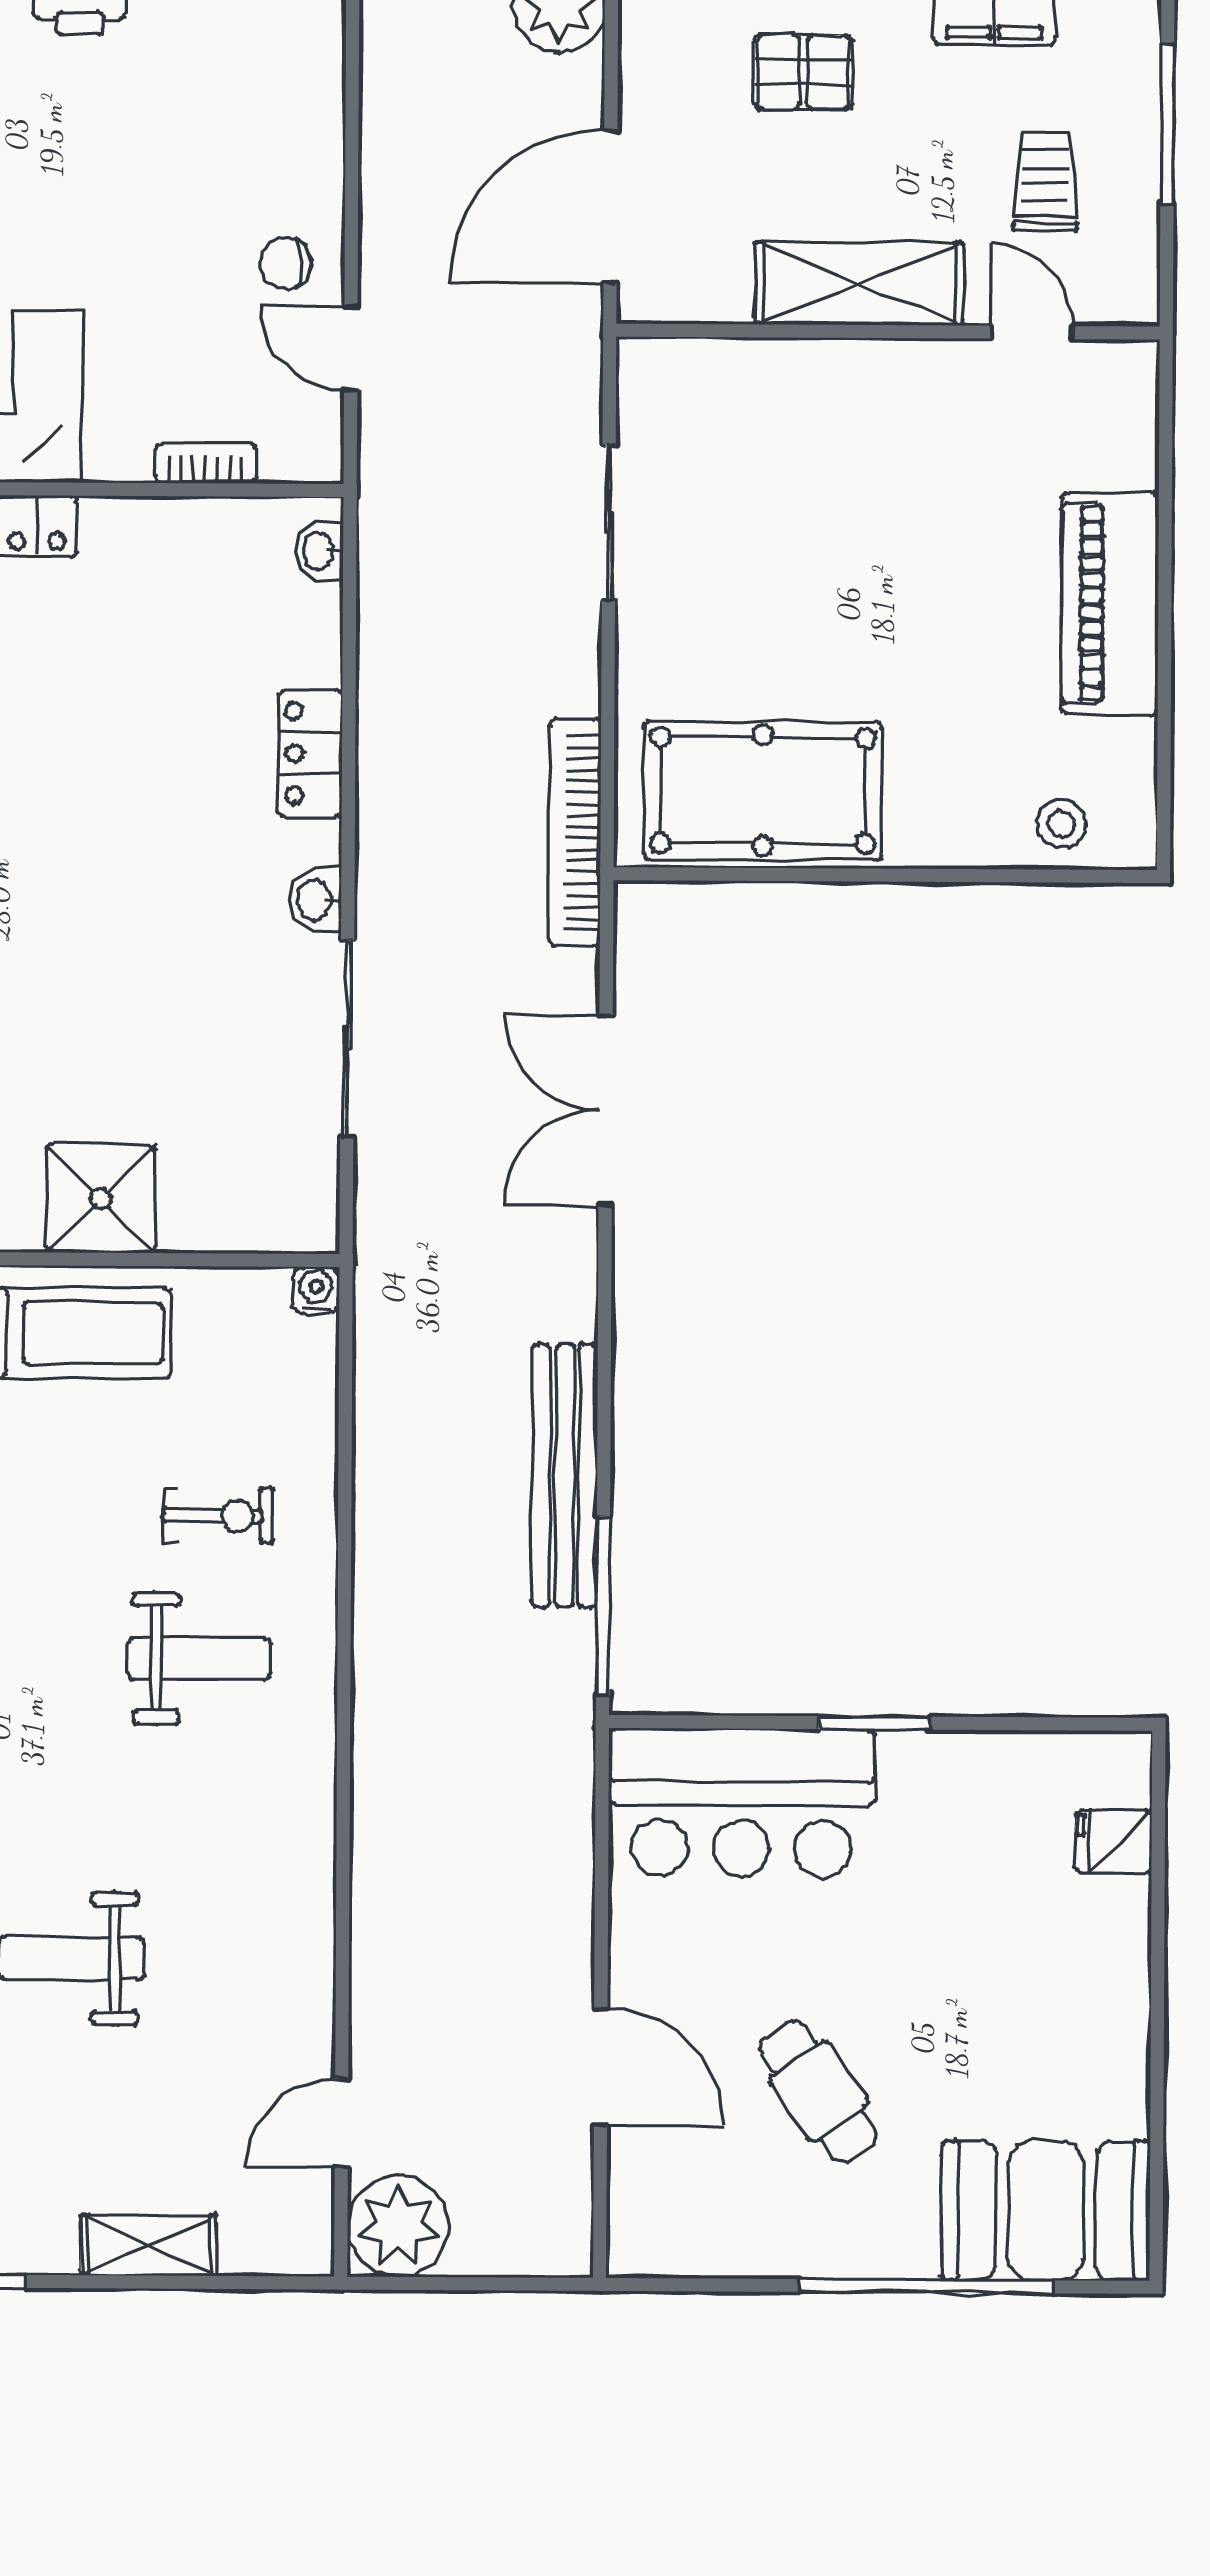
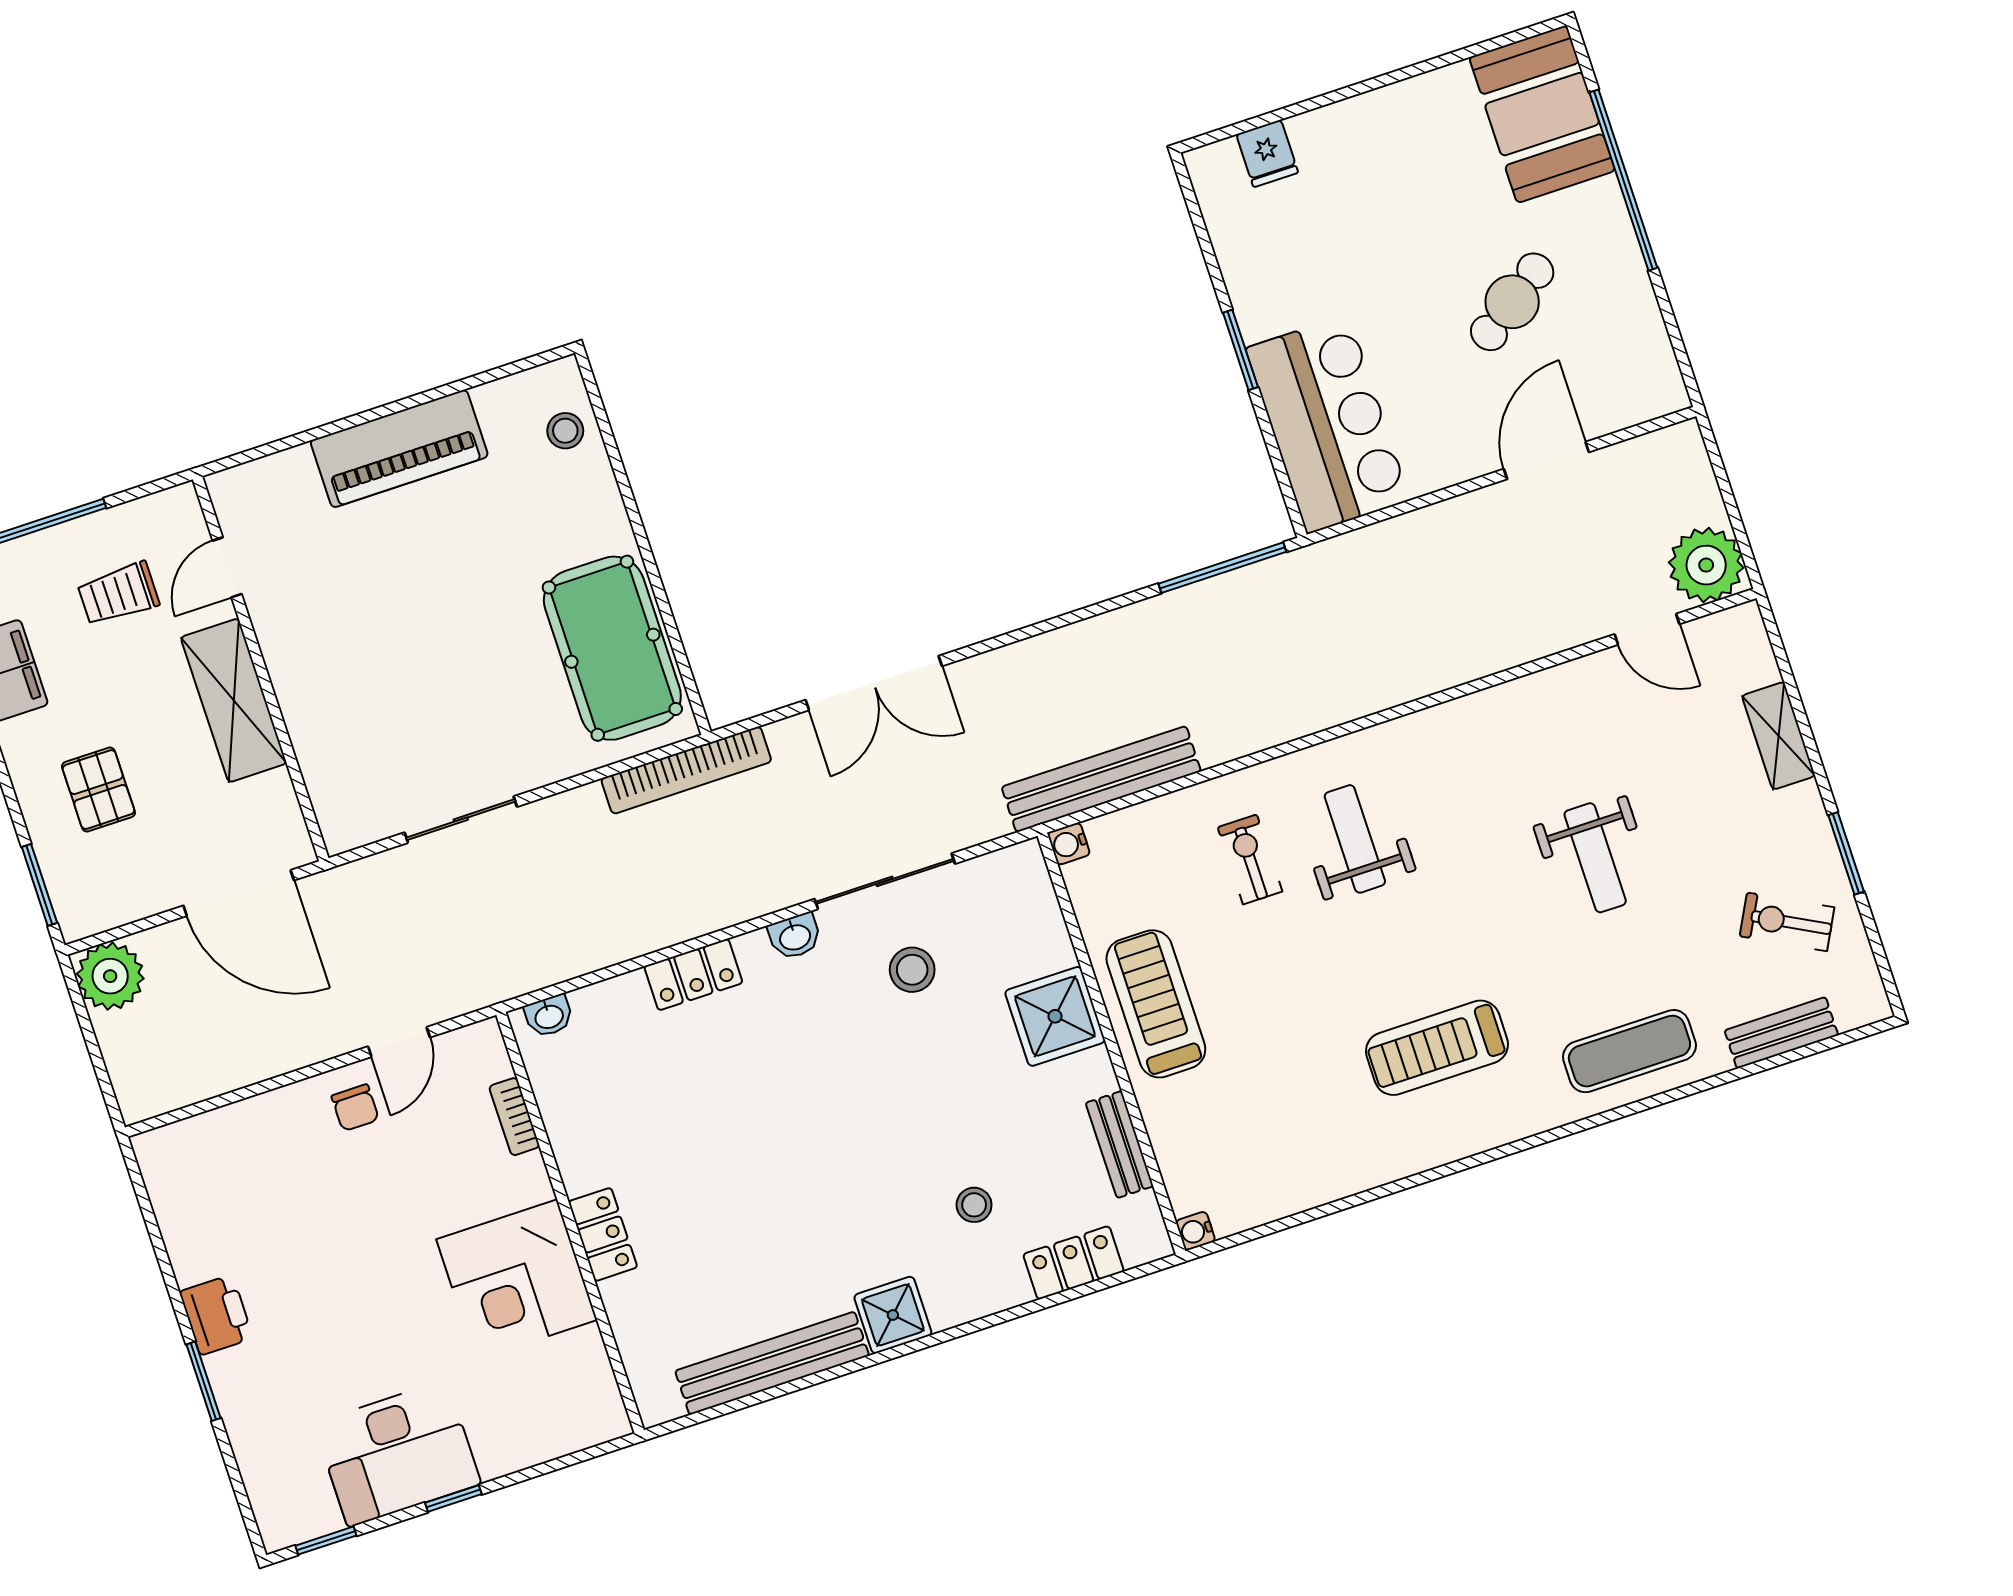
stool: (222, 1036) -> (912, 970), added
bench: (565, 1475) -> (1101, 779), moved

